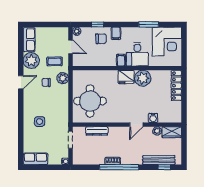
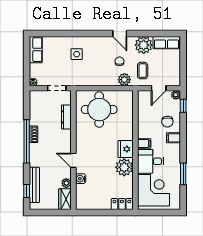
window: (97, 24) -> (183, 106), moved
corner desk: (167, 42) -> (153, 190), moved, turned 180
locker: (176, 86) -> (122, 204), width x0.66

